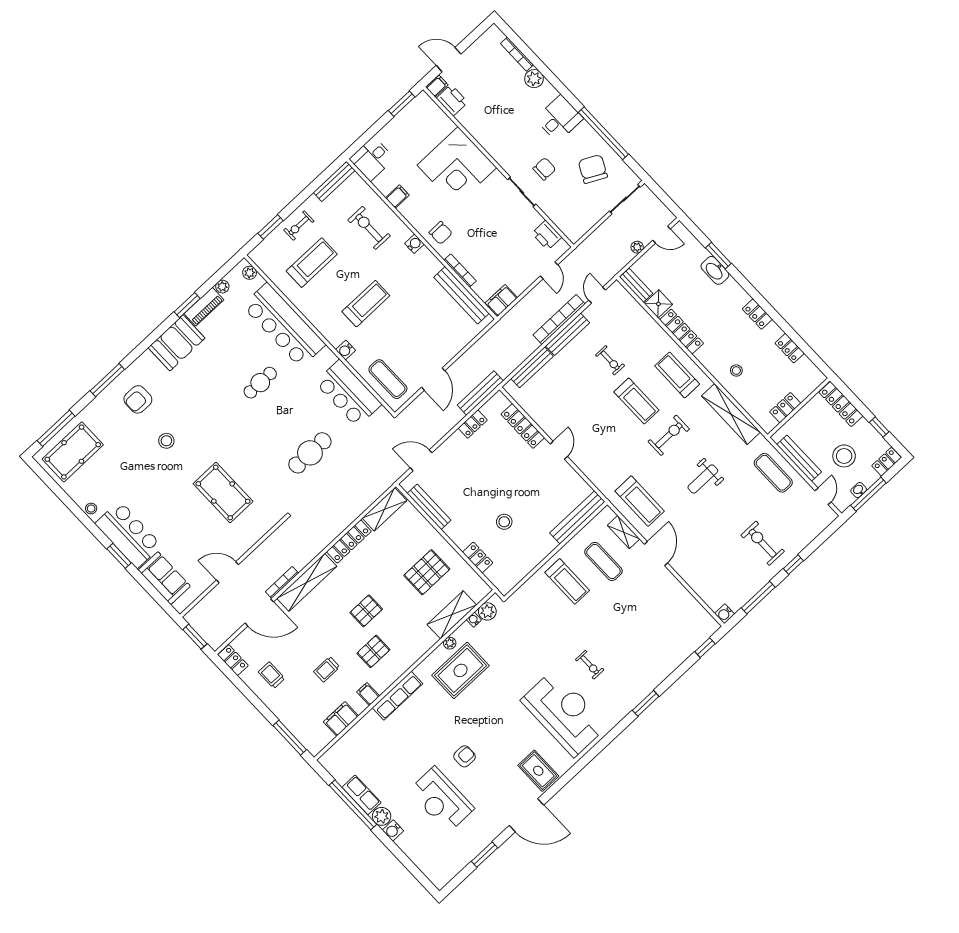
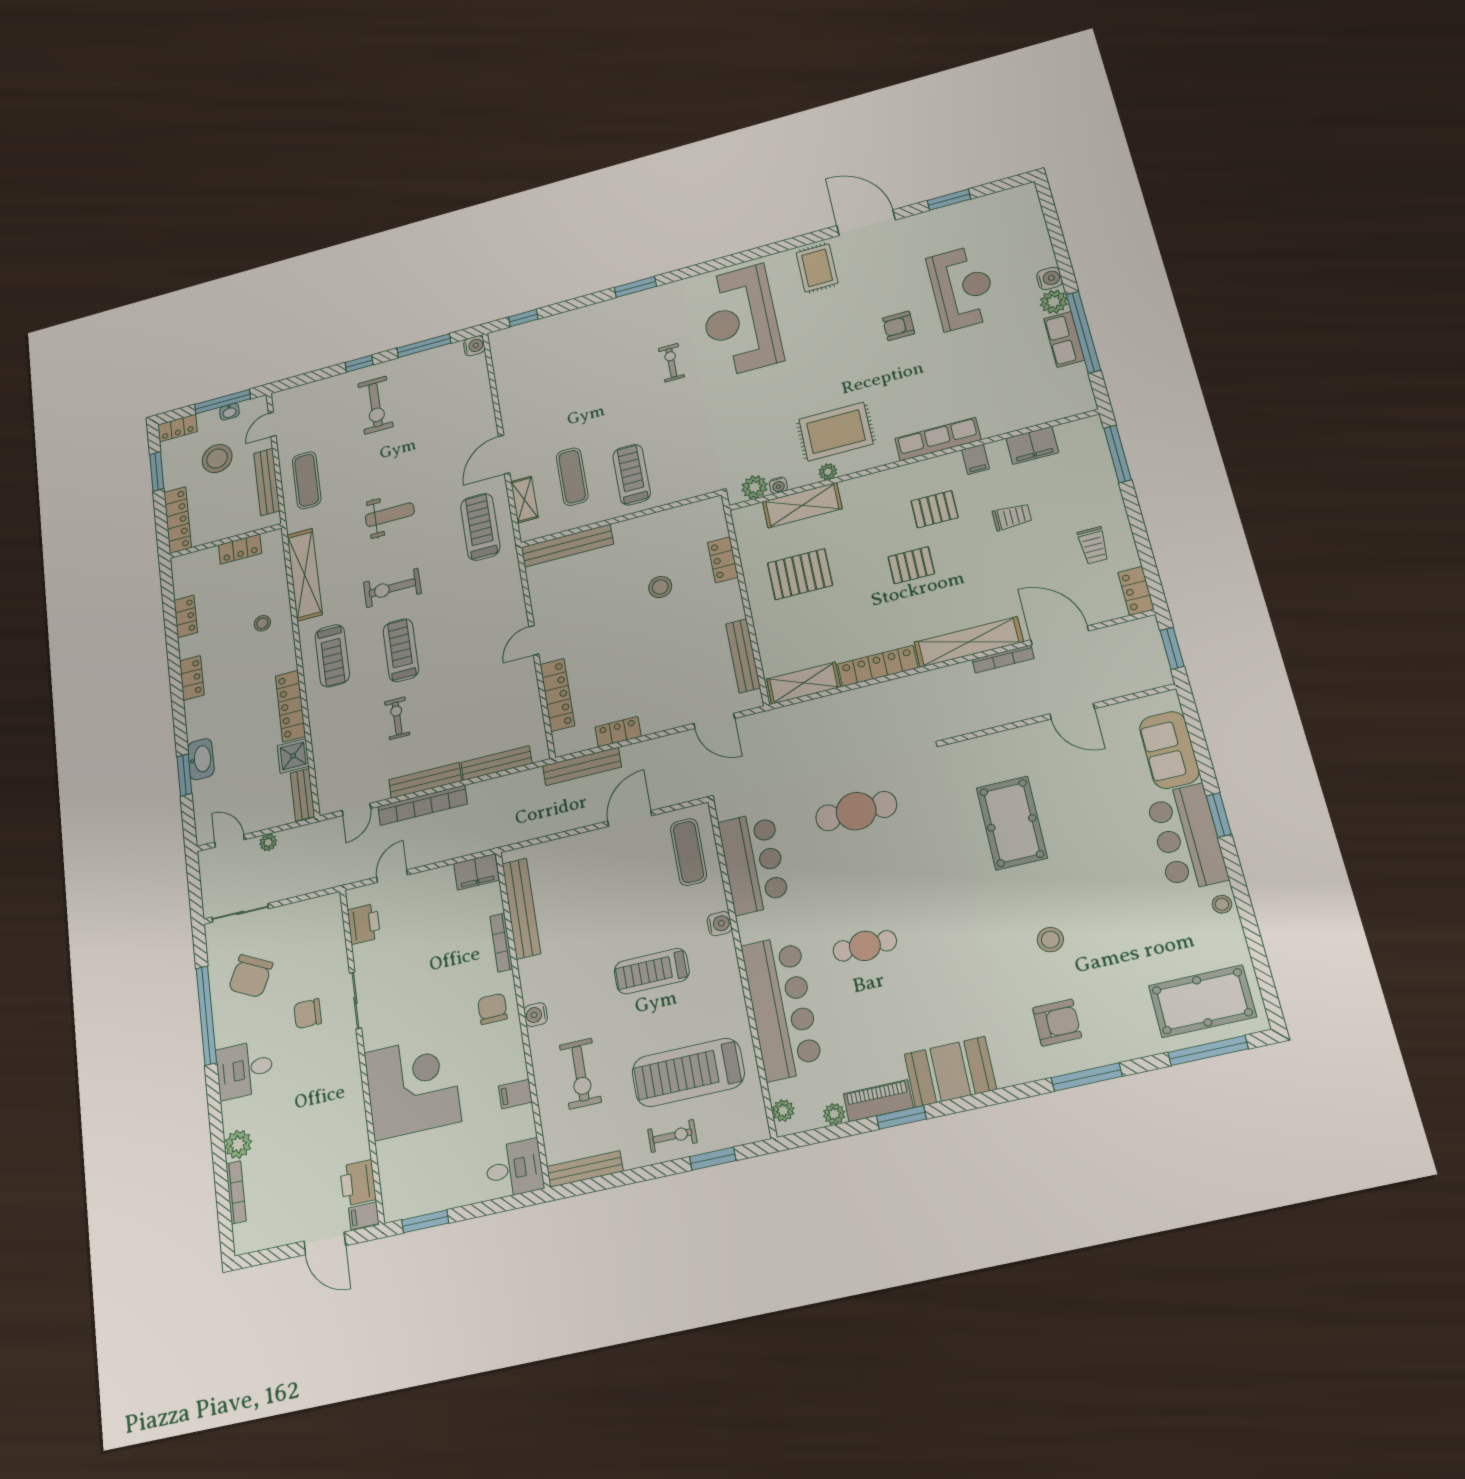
treadmill: (312, 263) -> (688, 1072), width x1.37, depth x1.38
window: (879, 427) -> (157, 471), width x1.50

